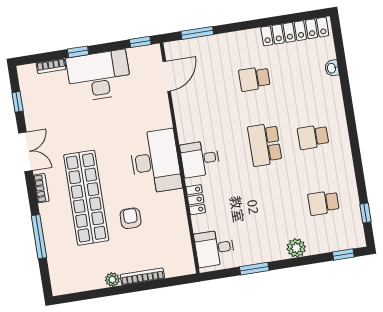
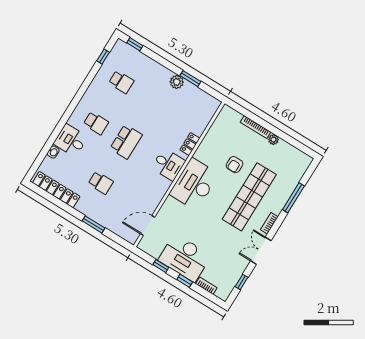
window: (197, 33) -> (93, 224), moved
window: (140, 42) -> (161, 266), moved
desk: (214, 248) -> (71, 140), moved, turned 180
plant: (296, 248) -> (177, 82), moved

